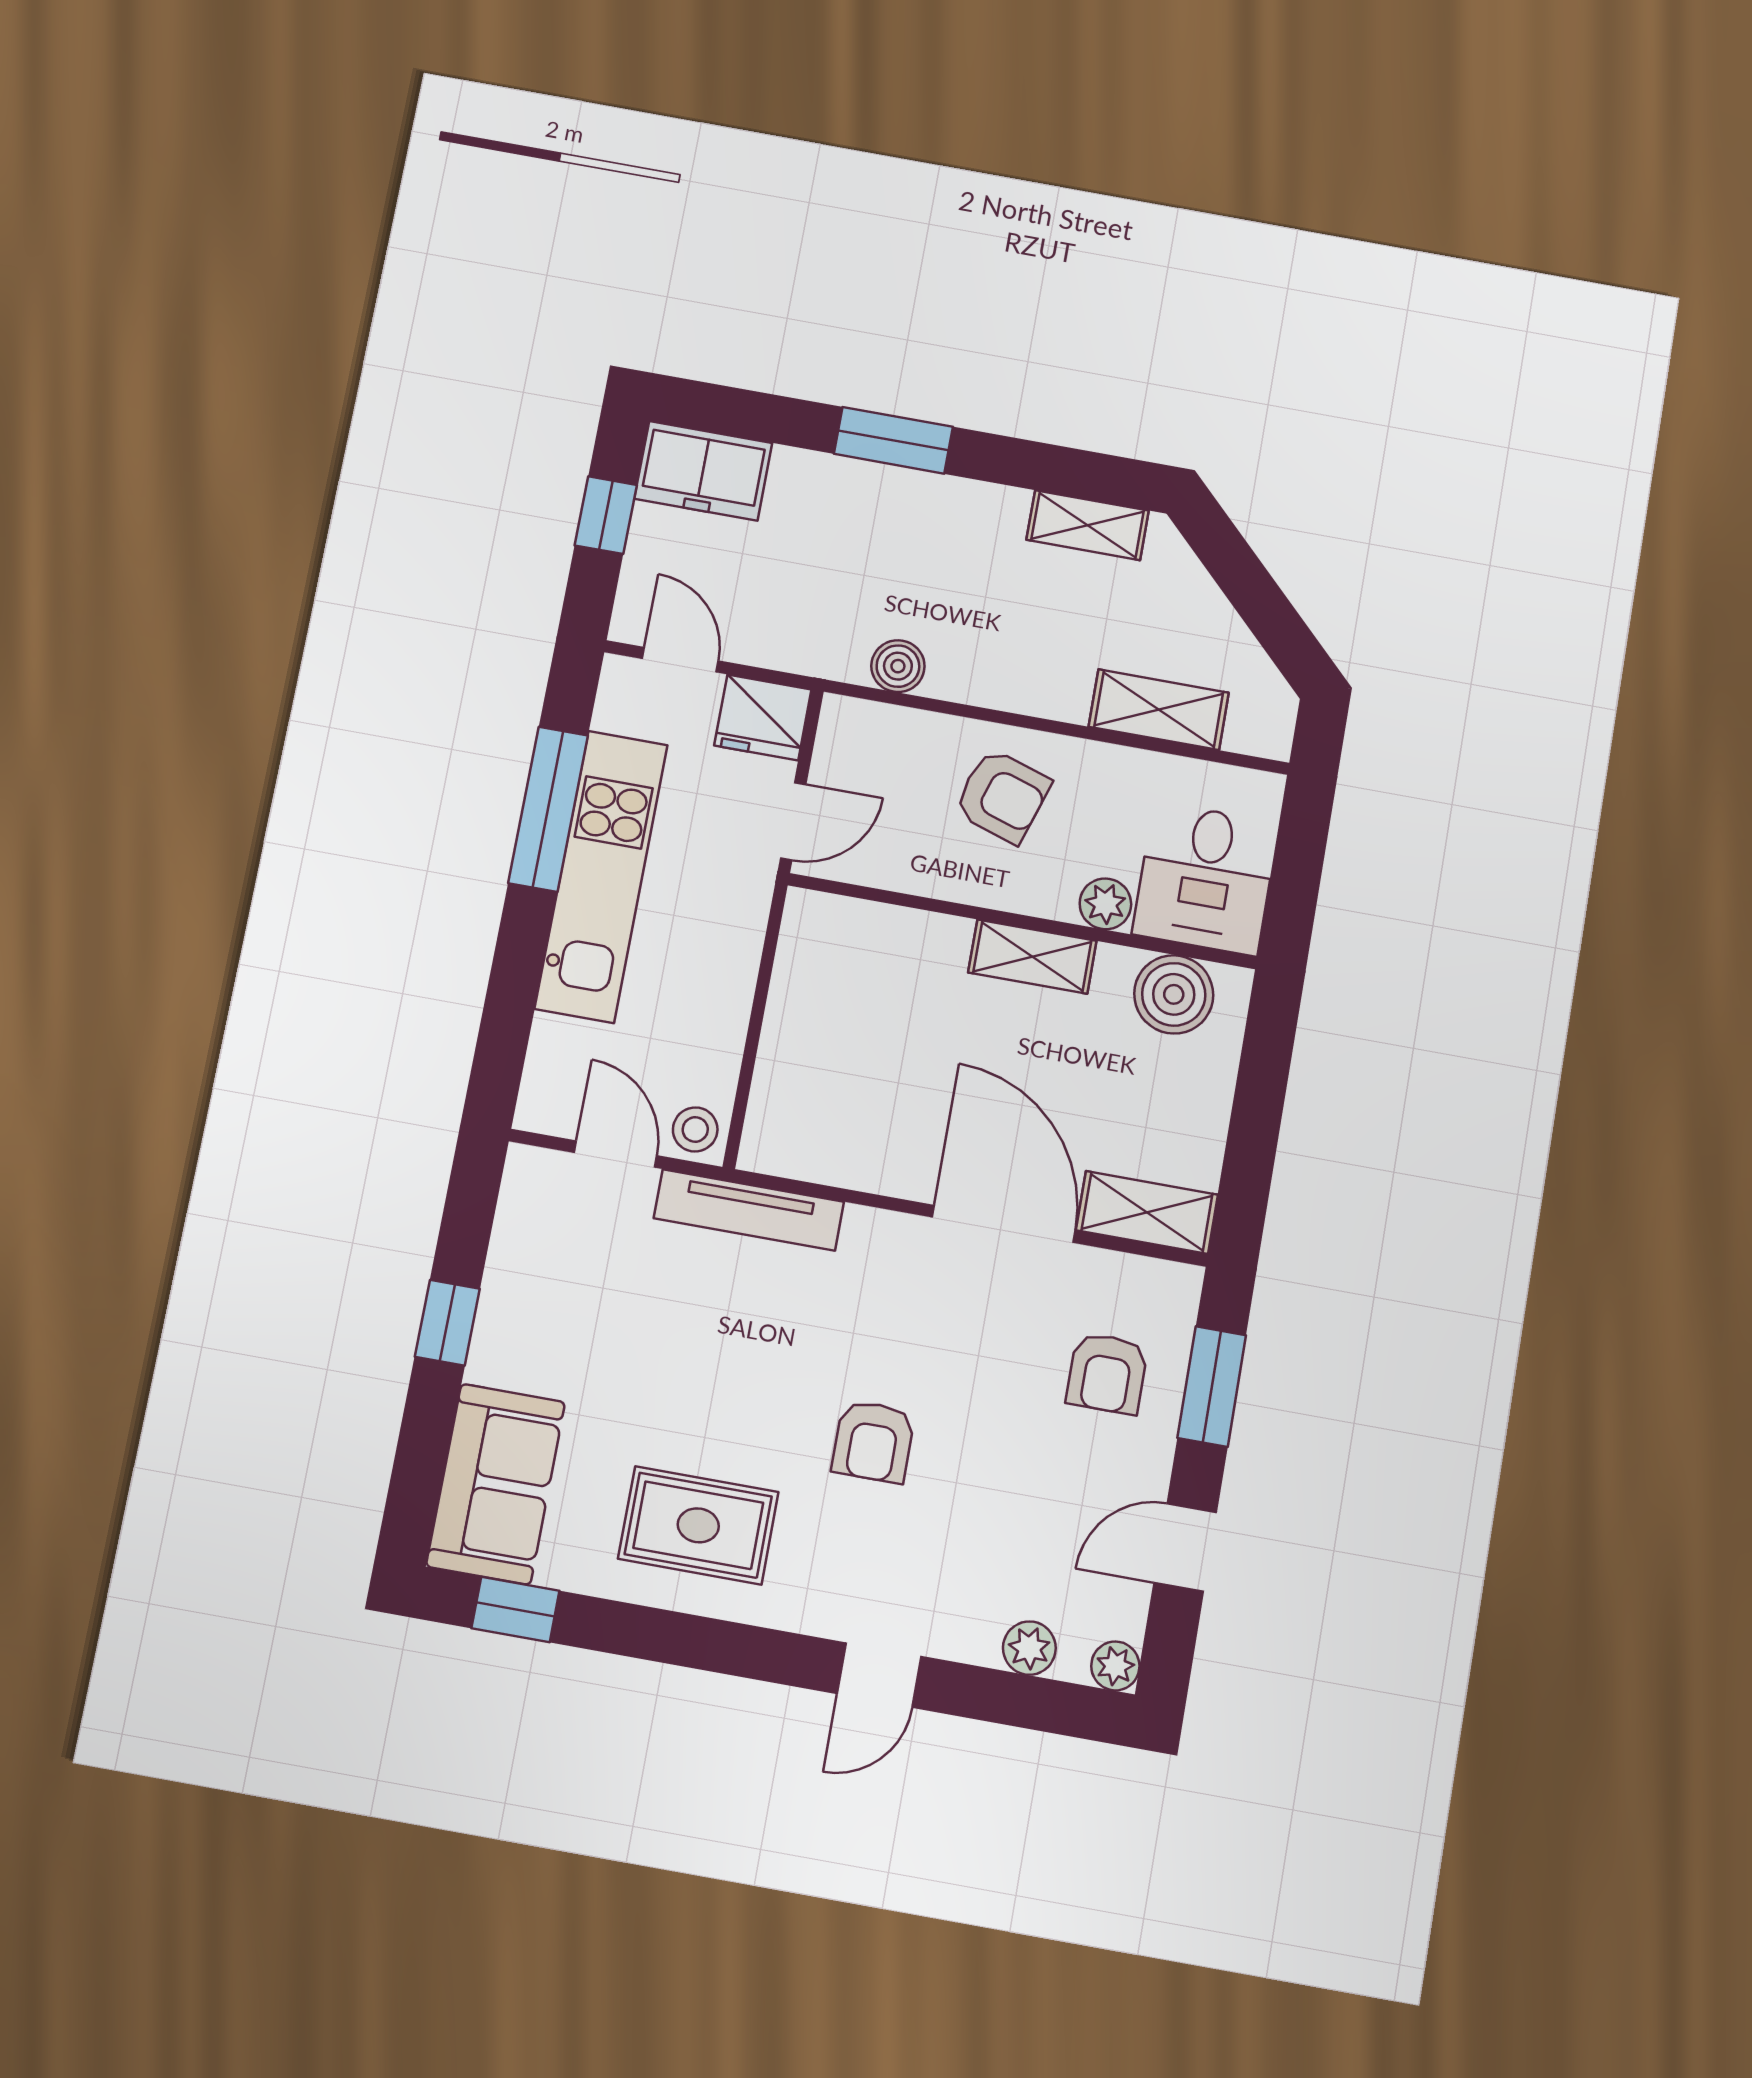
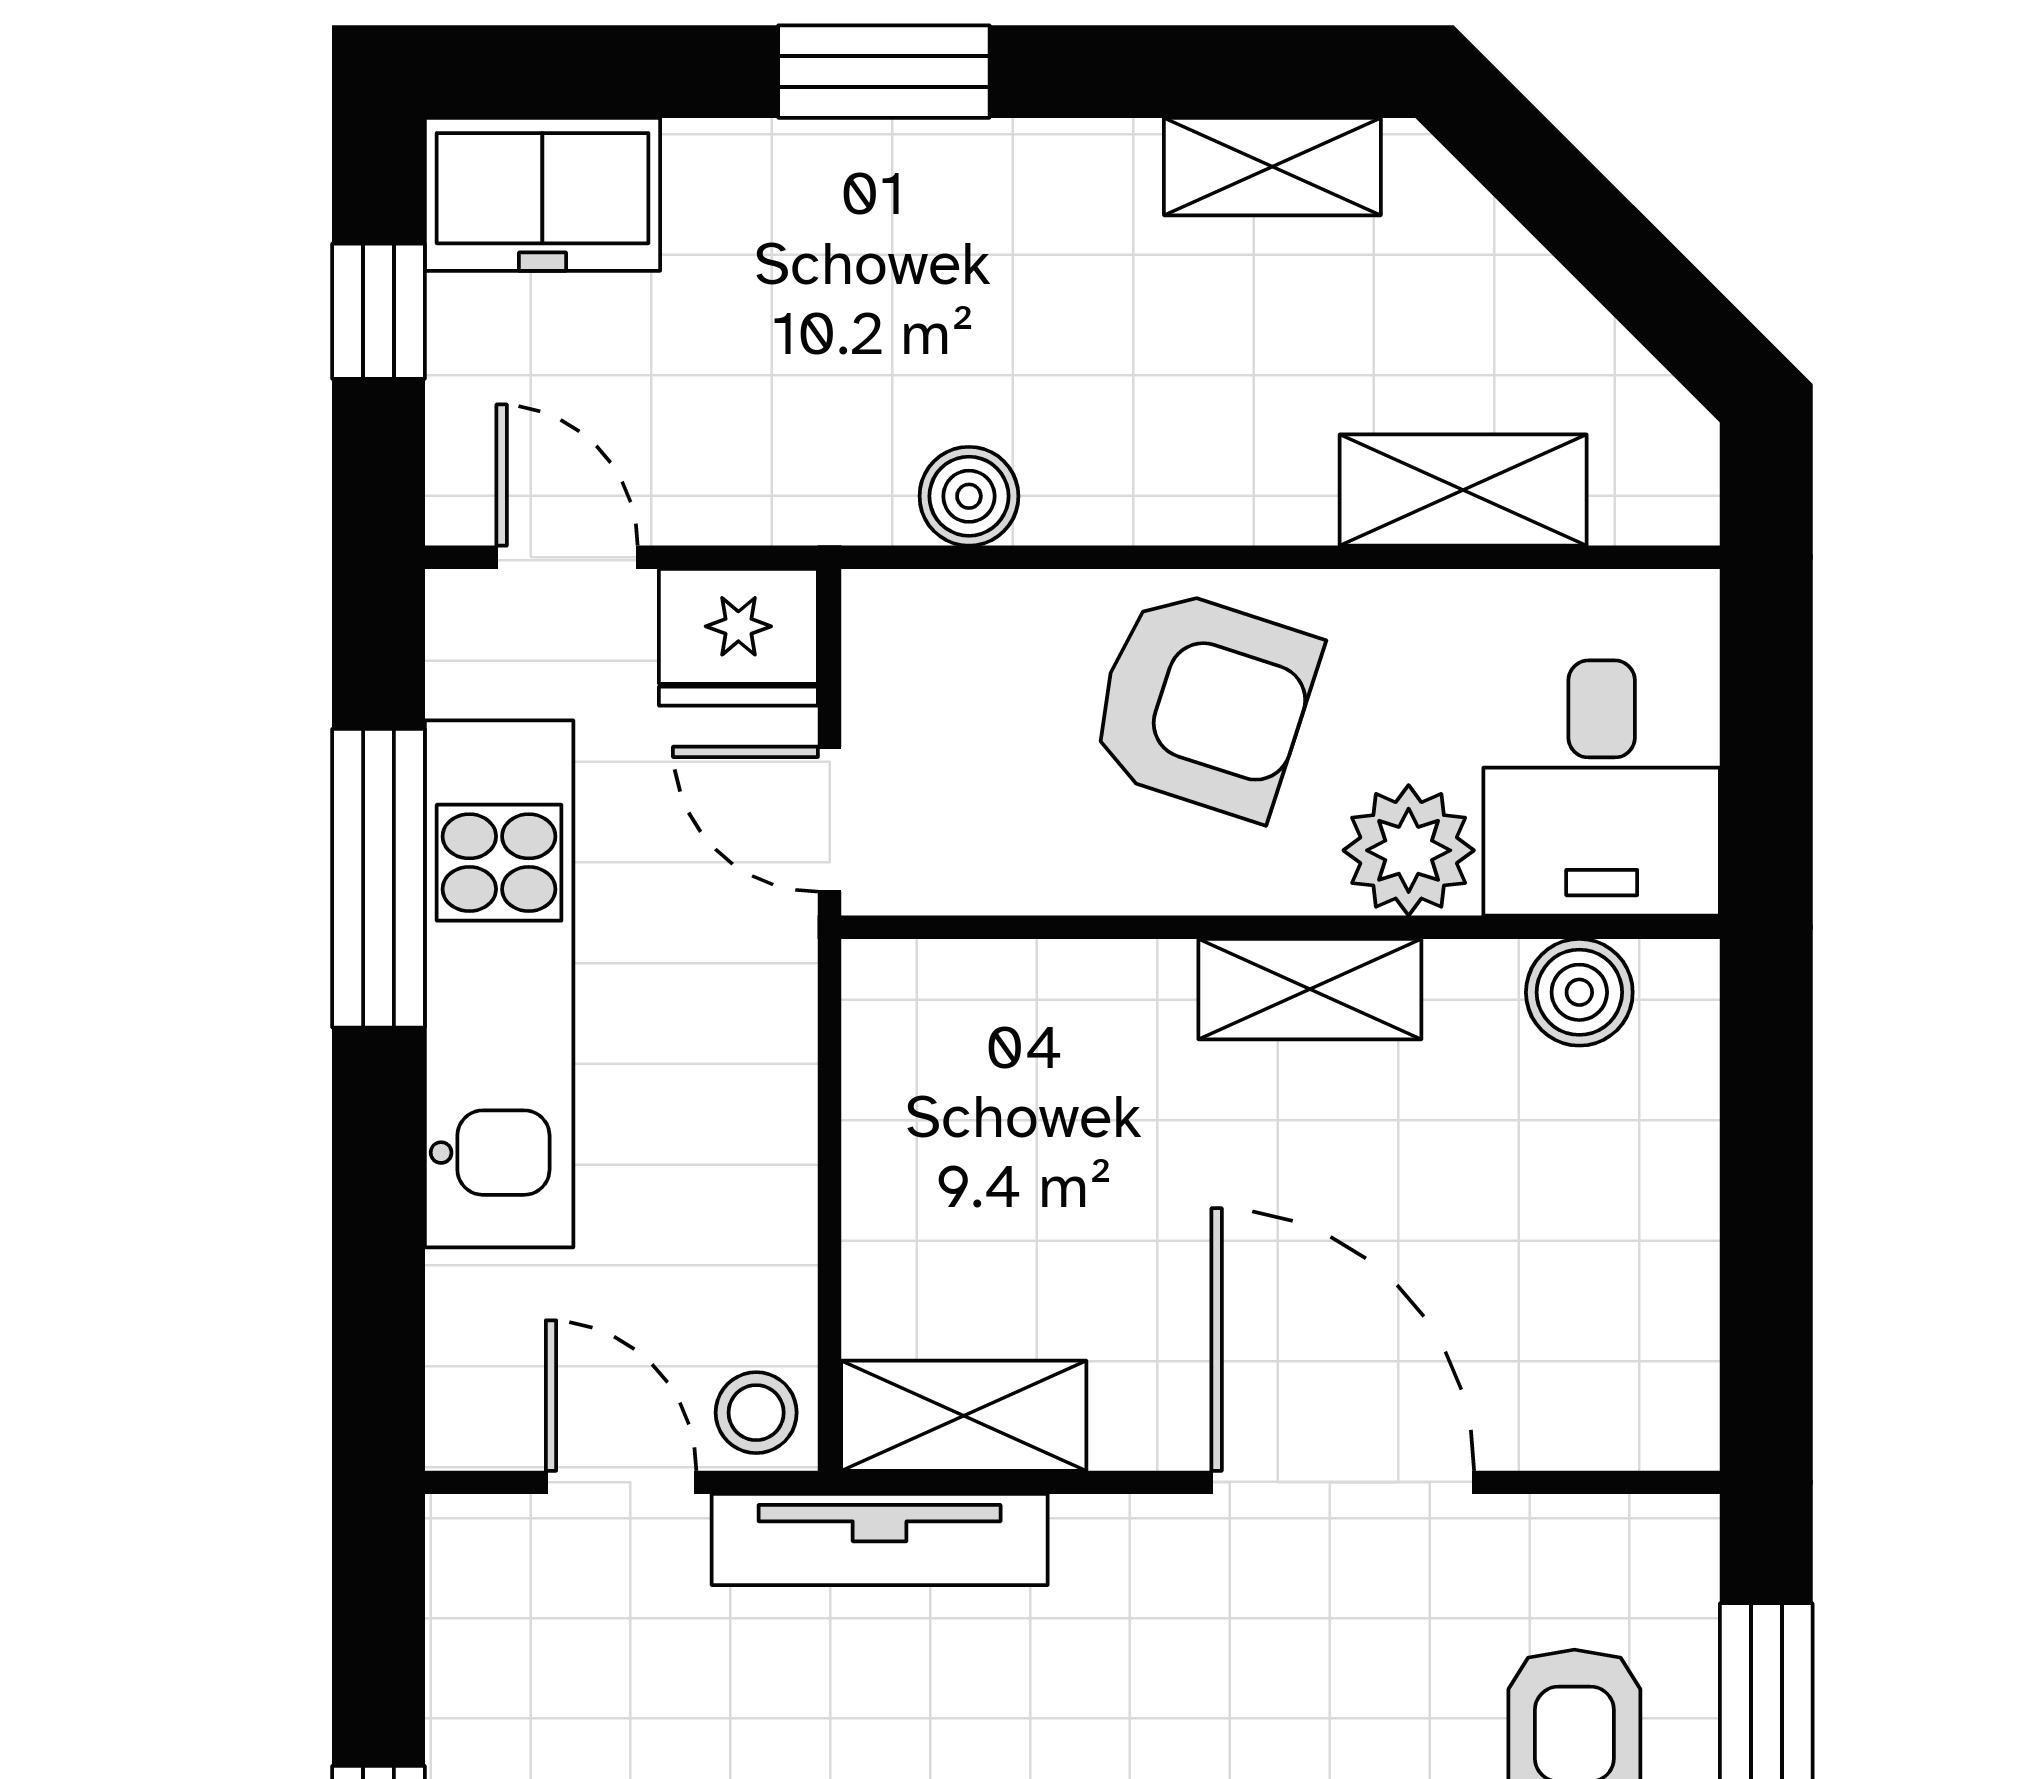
armchair: (1002, 796) -> (1203, 703), width x1.38, depth x1.38
door: (793, 821) -> (830, 819), swing flipped
plant: (1105, 904) -> (1409, 850), width x1.38, depth x1.38
boiler: (1174, 994) -> (1579, 992), width x0.73, depth x0.73
shelving: (1147, 1212) -> (964, 1416), moved

